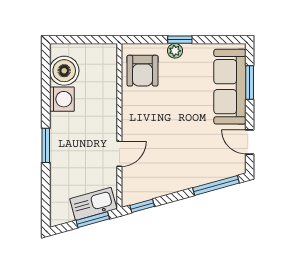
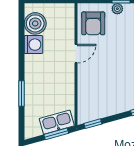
window: (46, 145) -> (22, 93), moved
door: (119, 154) -> (76, 54), moved

